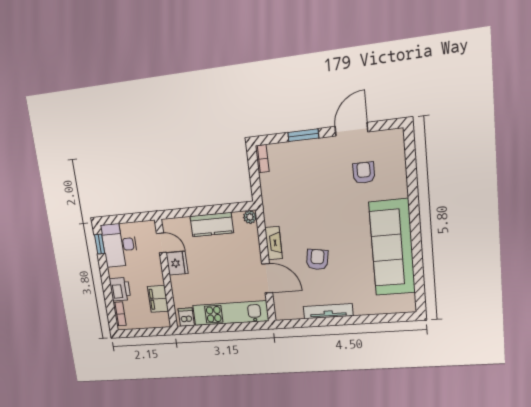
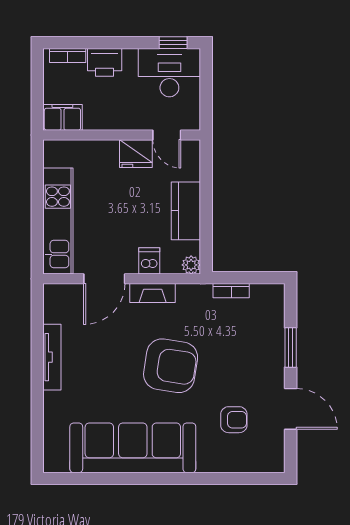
bookcase: (262, 159) -> (231, 291), moved
door: (161, 243) -> (167, 135), hinge flipped
armchair: (317, 259) -> (171, 366), moved, width x1.88, depth x1.88
filing cabinet: (158, 299) -> (62, 117), moved
dishwasher: (186, 317) -> (149, 261), moved, turned -90

